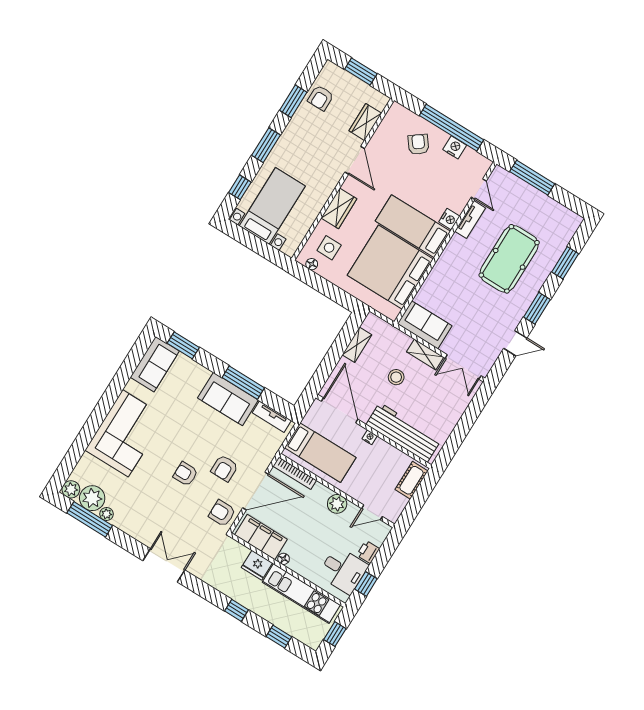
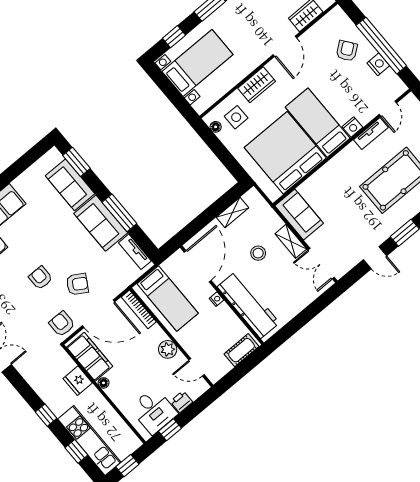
sofa: (155, 364) -> (70, 185), moved, turned 90
armchair: (224, 468) -> (77, 284), turned -149
kitchen unit: (301, 594) -> (89, 441), moved, turned 180

